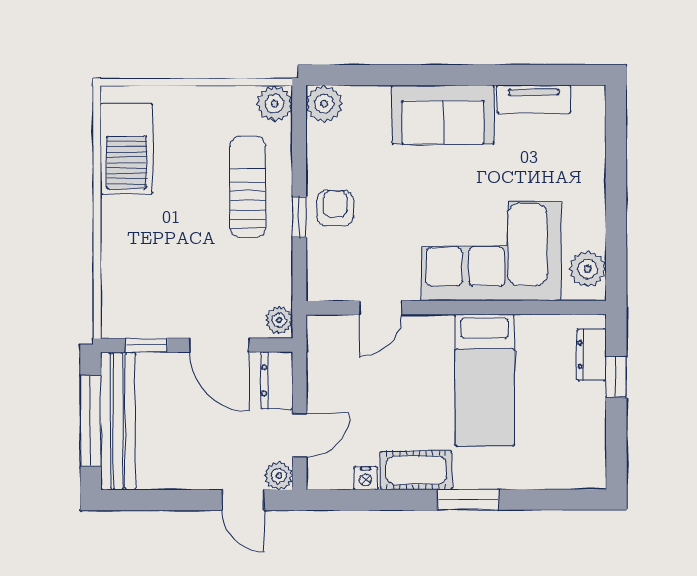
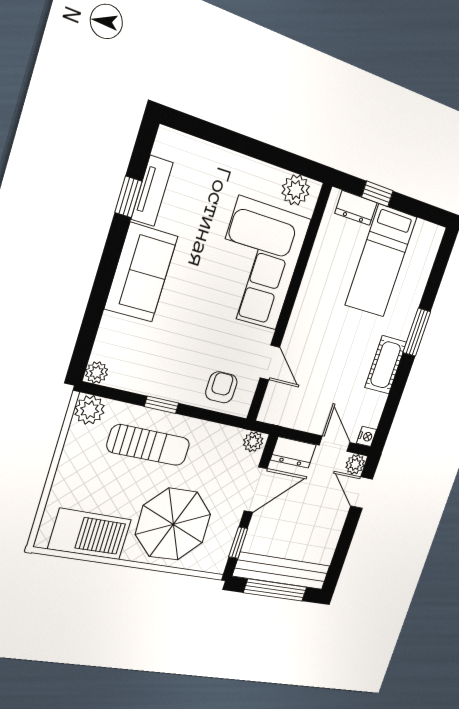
window: (520, 75) -> (128, 197), added
plant: (324, 104) -> (97, 372), width x0.73, depth x0.73
sun lounger: (248, 187) -> (149, 445), turned 180
armchair: (335, 208) -> (221, 387), moved, turned 90
window: (299, 217) -> (162, 405), moved
parasol: (156, 250) -> (173, 524), added
bed: (485, 380) -> (381, 261), moved, turned 90
nightstand: (366, 478) -> (366, 436), moved
door: (243, 500) -> (362, 493), swing flipped

